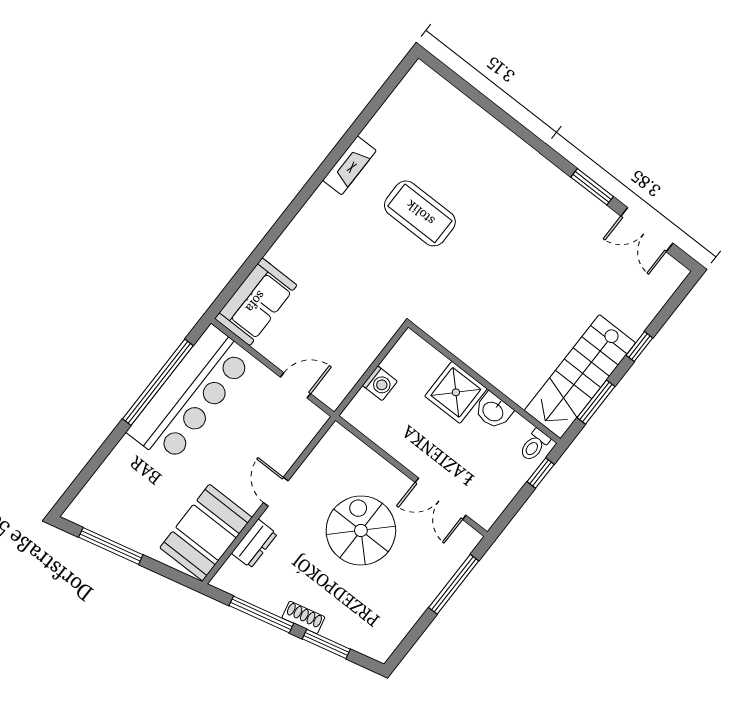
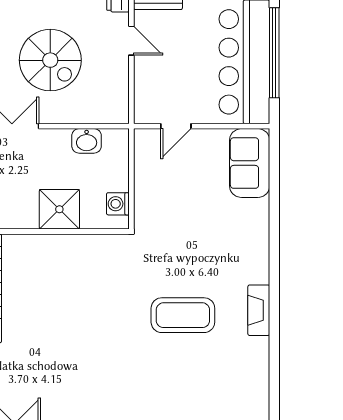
washing machine: (380, 383) -> (118, 204), moved
washbasin: (493, 411) -> (87, 141), moved, turned 180

